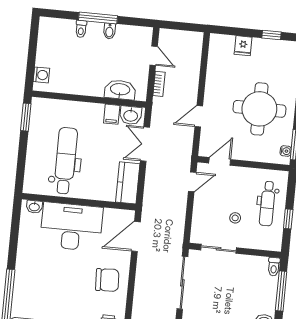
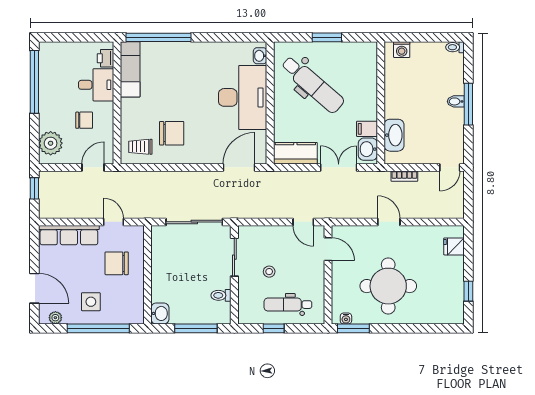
toilet: (81, 29) -> (455, 47), moved
bidet: (109, 31) -> (456, 101), moved
fridge: (243, 46) -> (454, 246), moved
door: (154, 56) -> (450, 167), moved
door: (199, 116) -> (389, 222), moved
window: (26, 117) -> (327, 37), moved
dental chair: (66, 161) -> (313, 84), turned 41
door: (136, 236) -> (239, 167), hinge flipped
toilet: (274, 267) -> (221, 295), moved
chair: (107, 280) -> (172, 133), moved, turned -87

